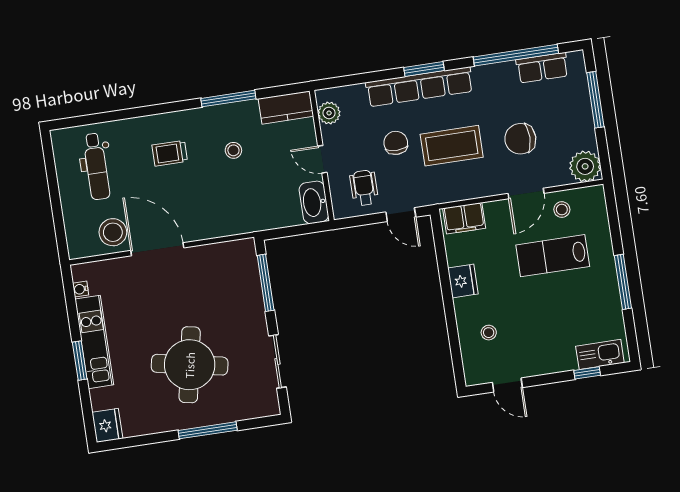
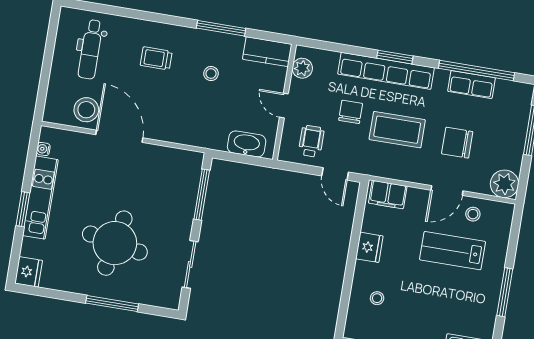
row of seats: (542, 68) -> (471, 85), moved
washbasin: (314, 202) -> (247, 144), moved, turned 90

